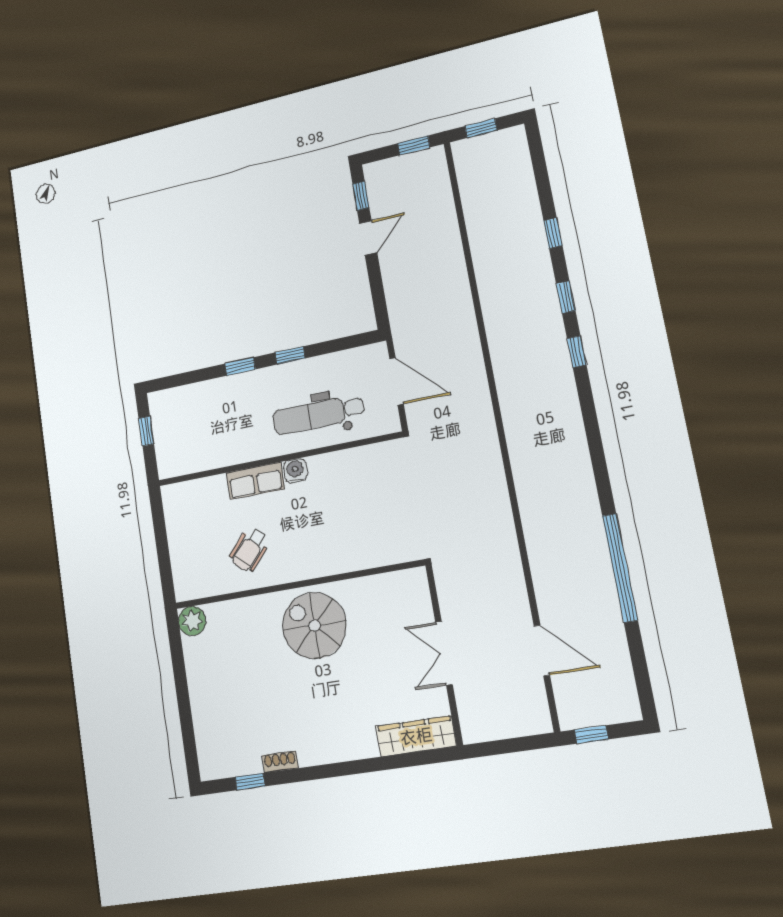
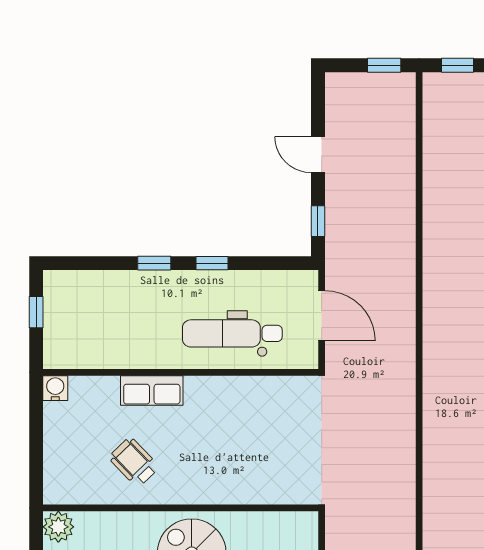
window: (361, 196) -> (318, 221), moved
door: (368, 238) -> (318, 155), swing flipped
water cooler: (295, 471) -> (55, 388), moved
wheelchair: (250, 549) -> (134, 462), turned 94

